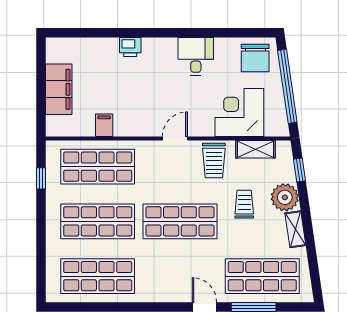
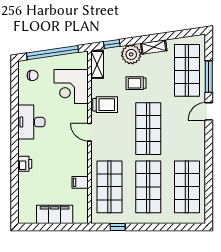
desk: (196, 56) -> (31, 122), width x1.37
chair: (255, 58) -> (33, 75), width x0.54, depth x0.54
shelving: (255, 149) -> (97, 64), moved

